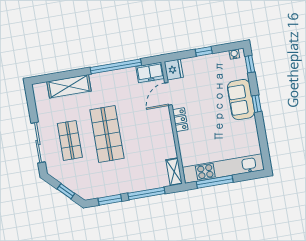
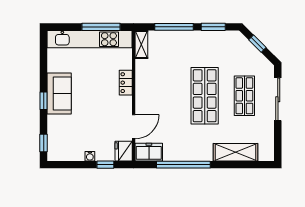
window: (204, 51) -> (105, 165), moved
water cooler: (234, 54) -> (90, 156), moved
sofa: (241, 100) -> (59, 93), moved
locker: (180, 120) -> (126, 83), moved

